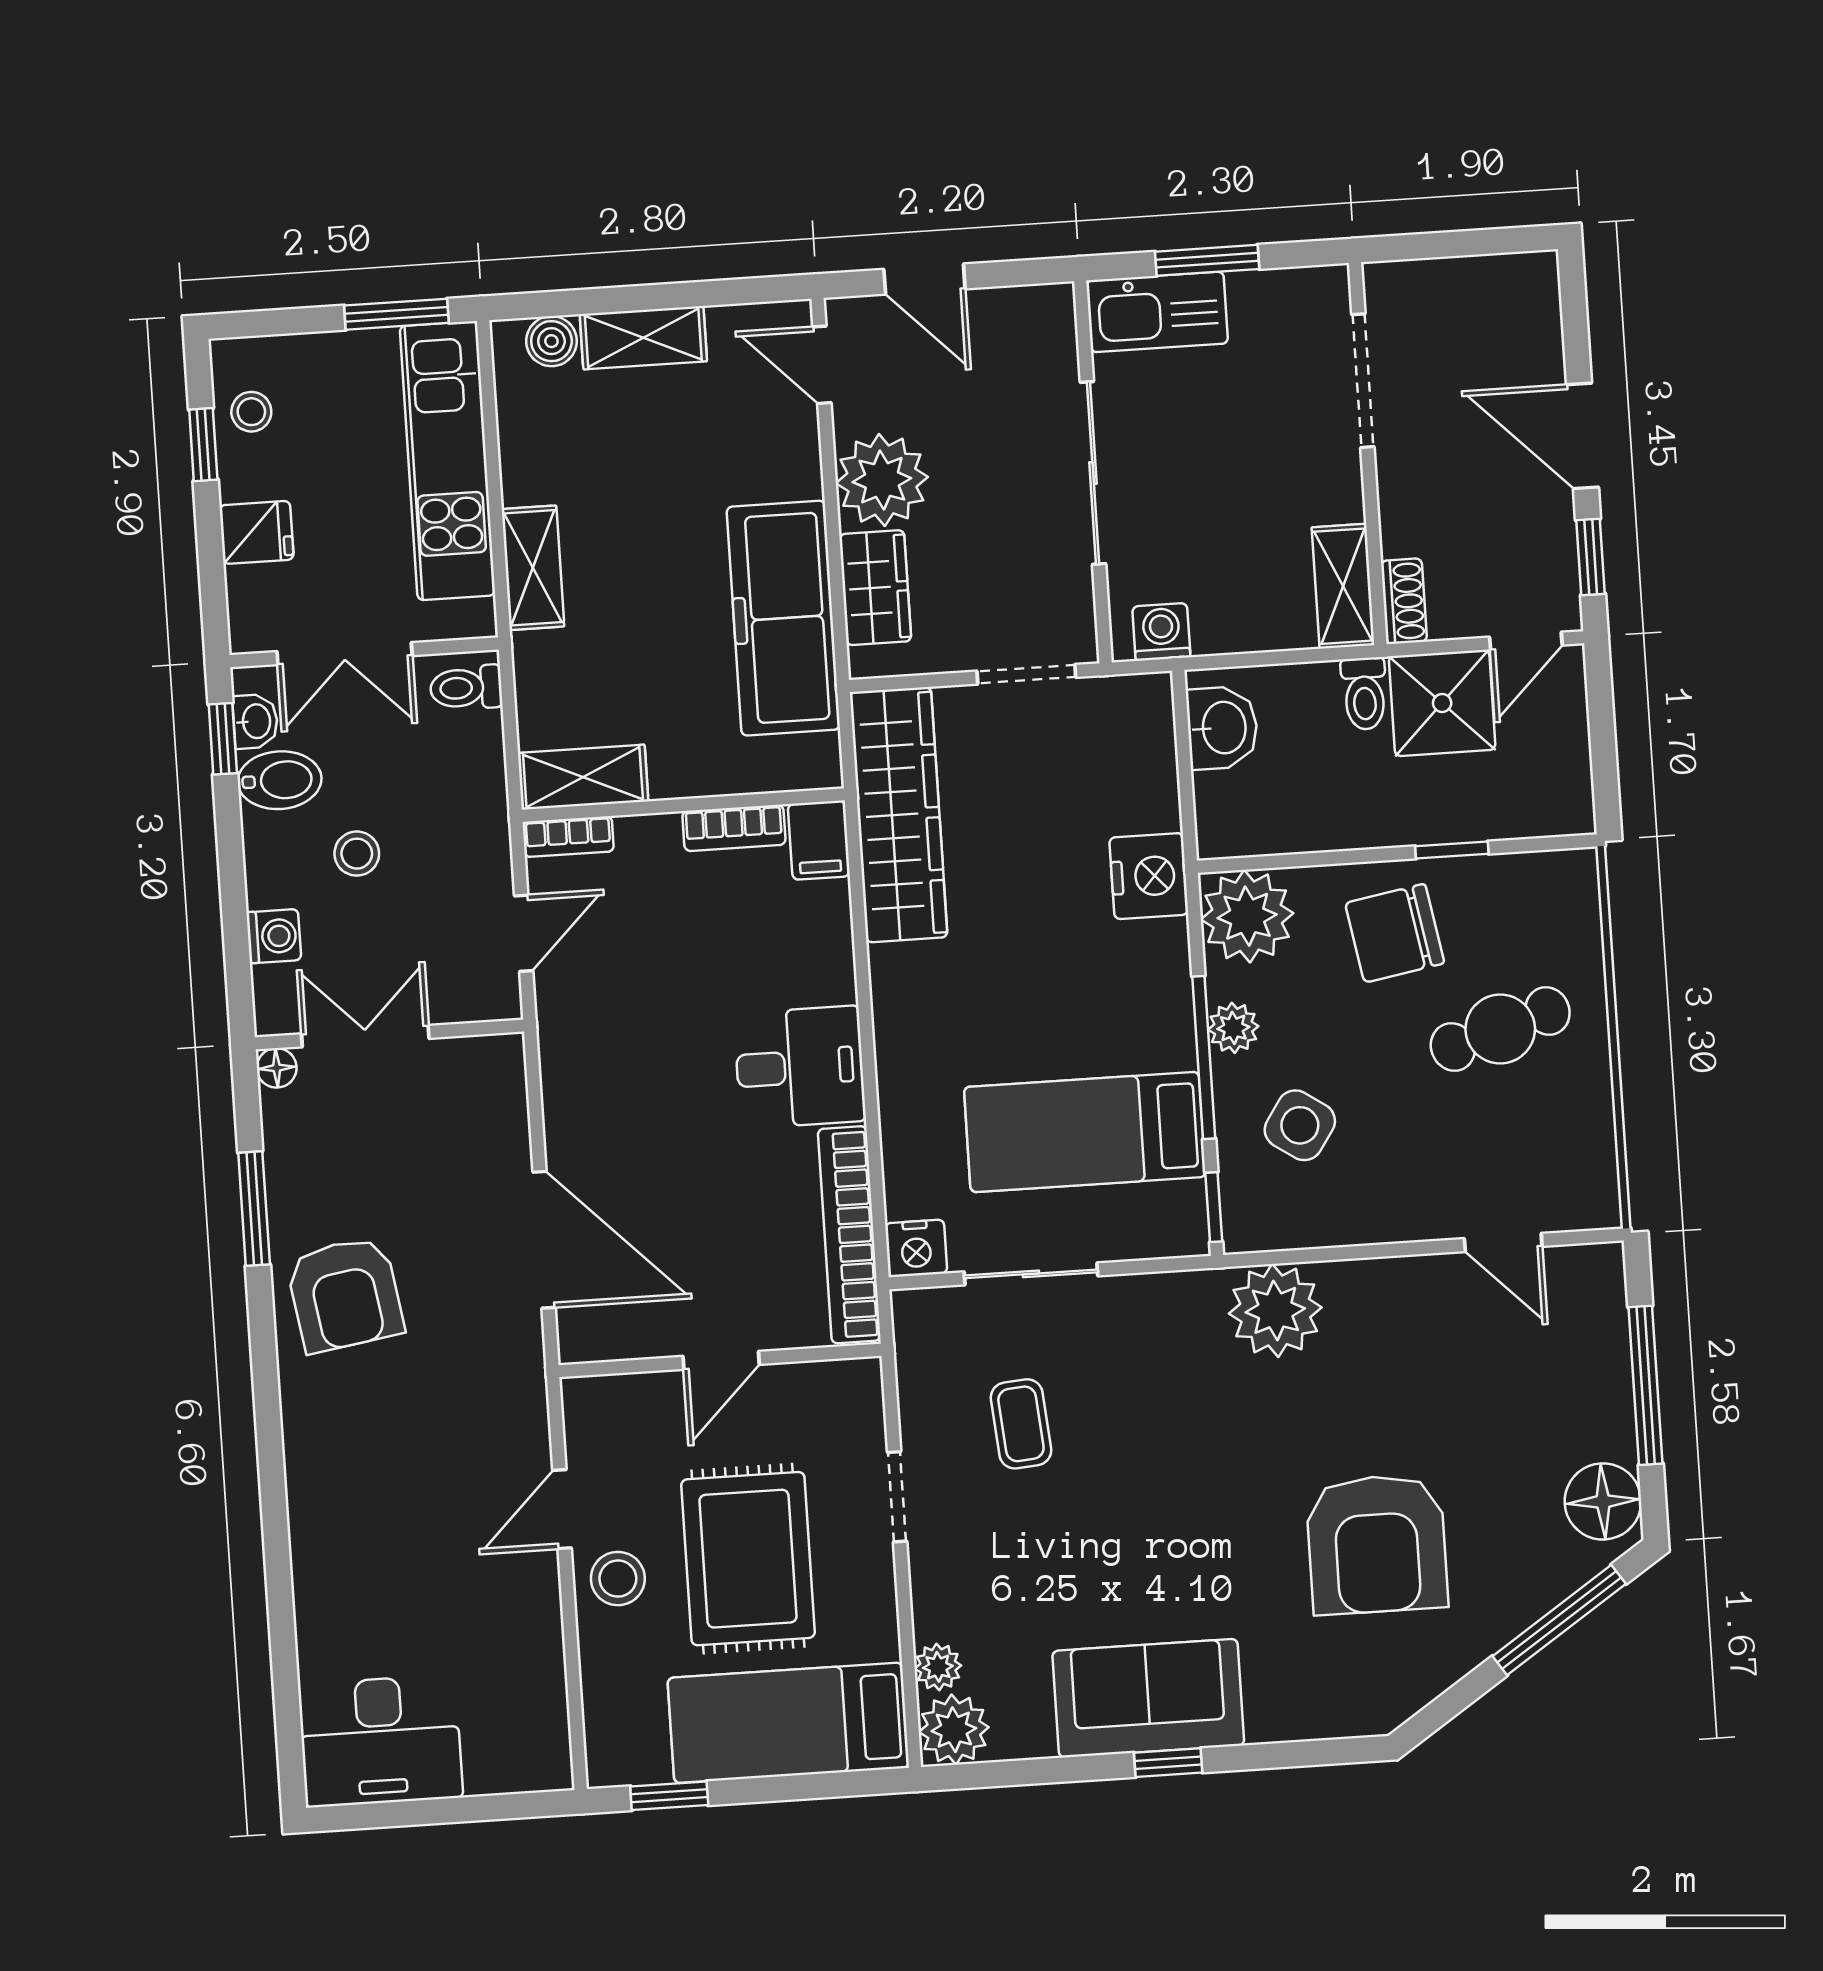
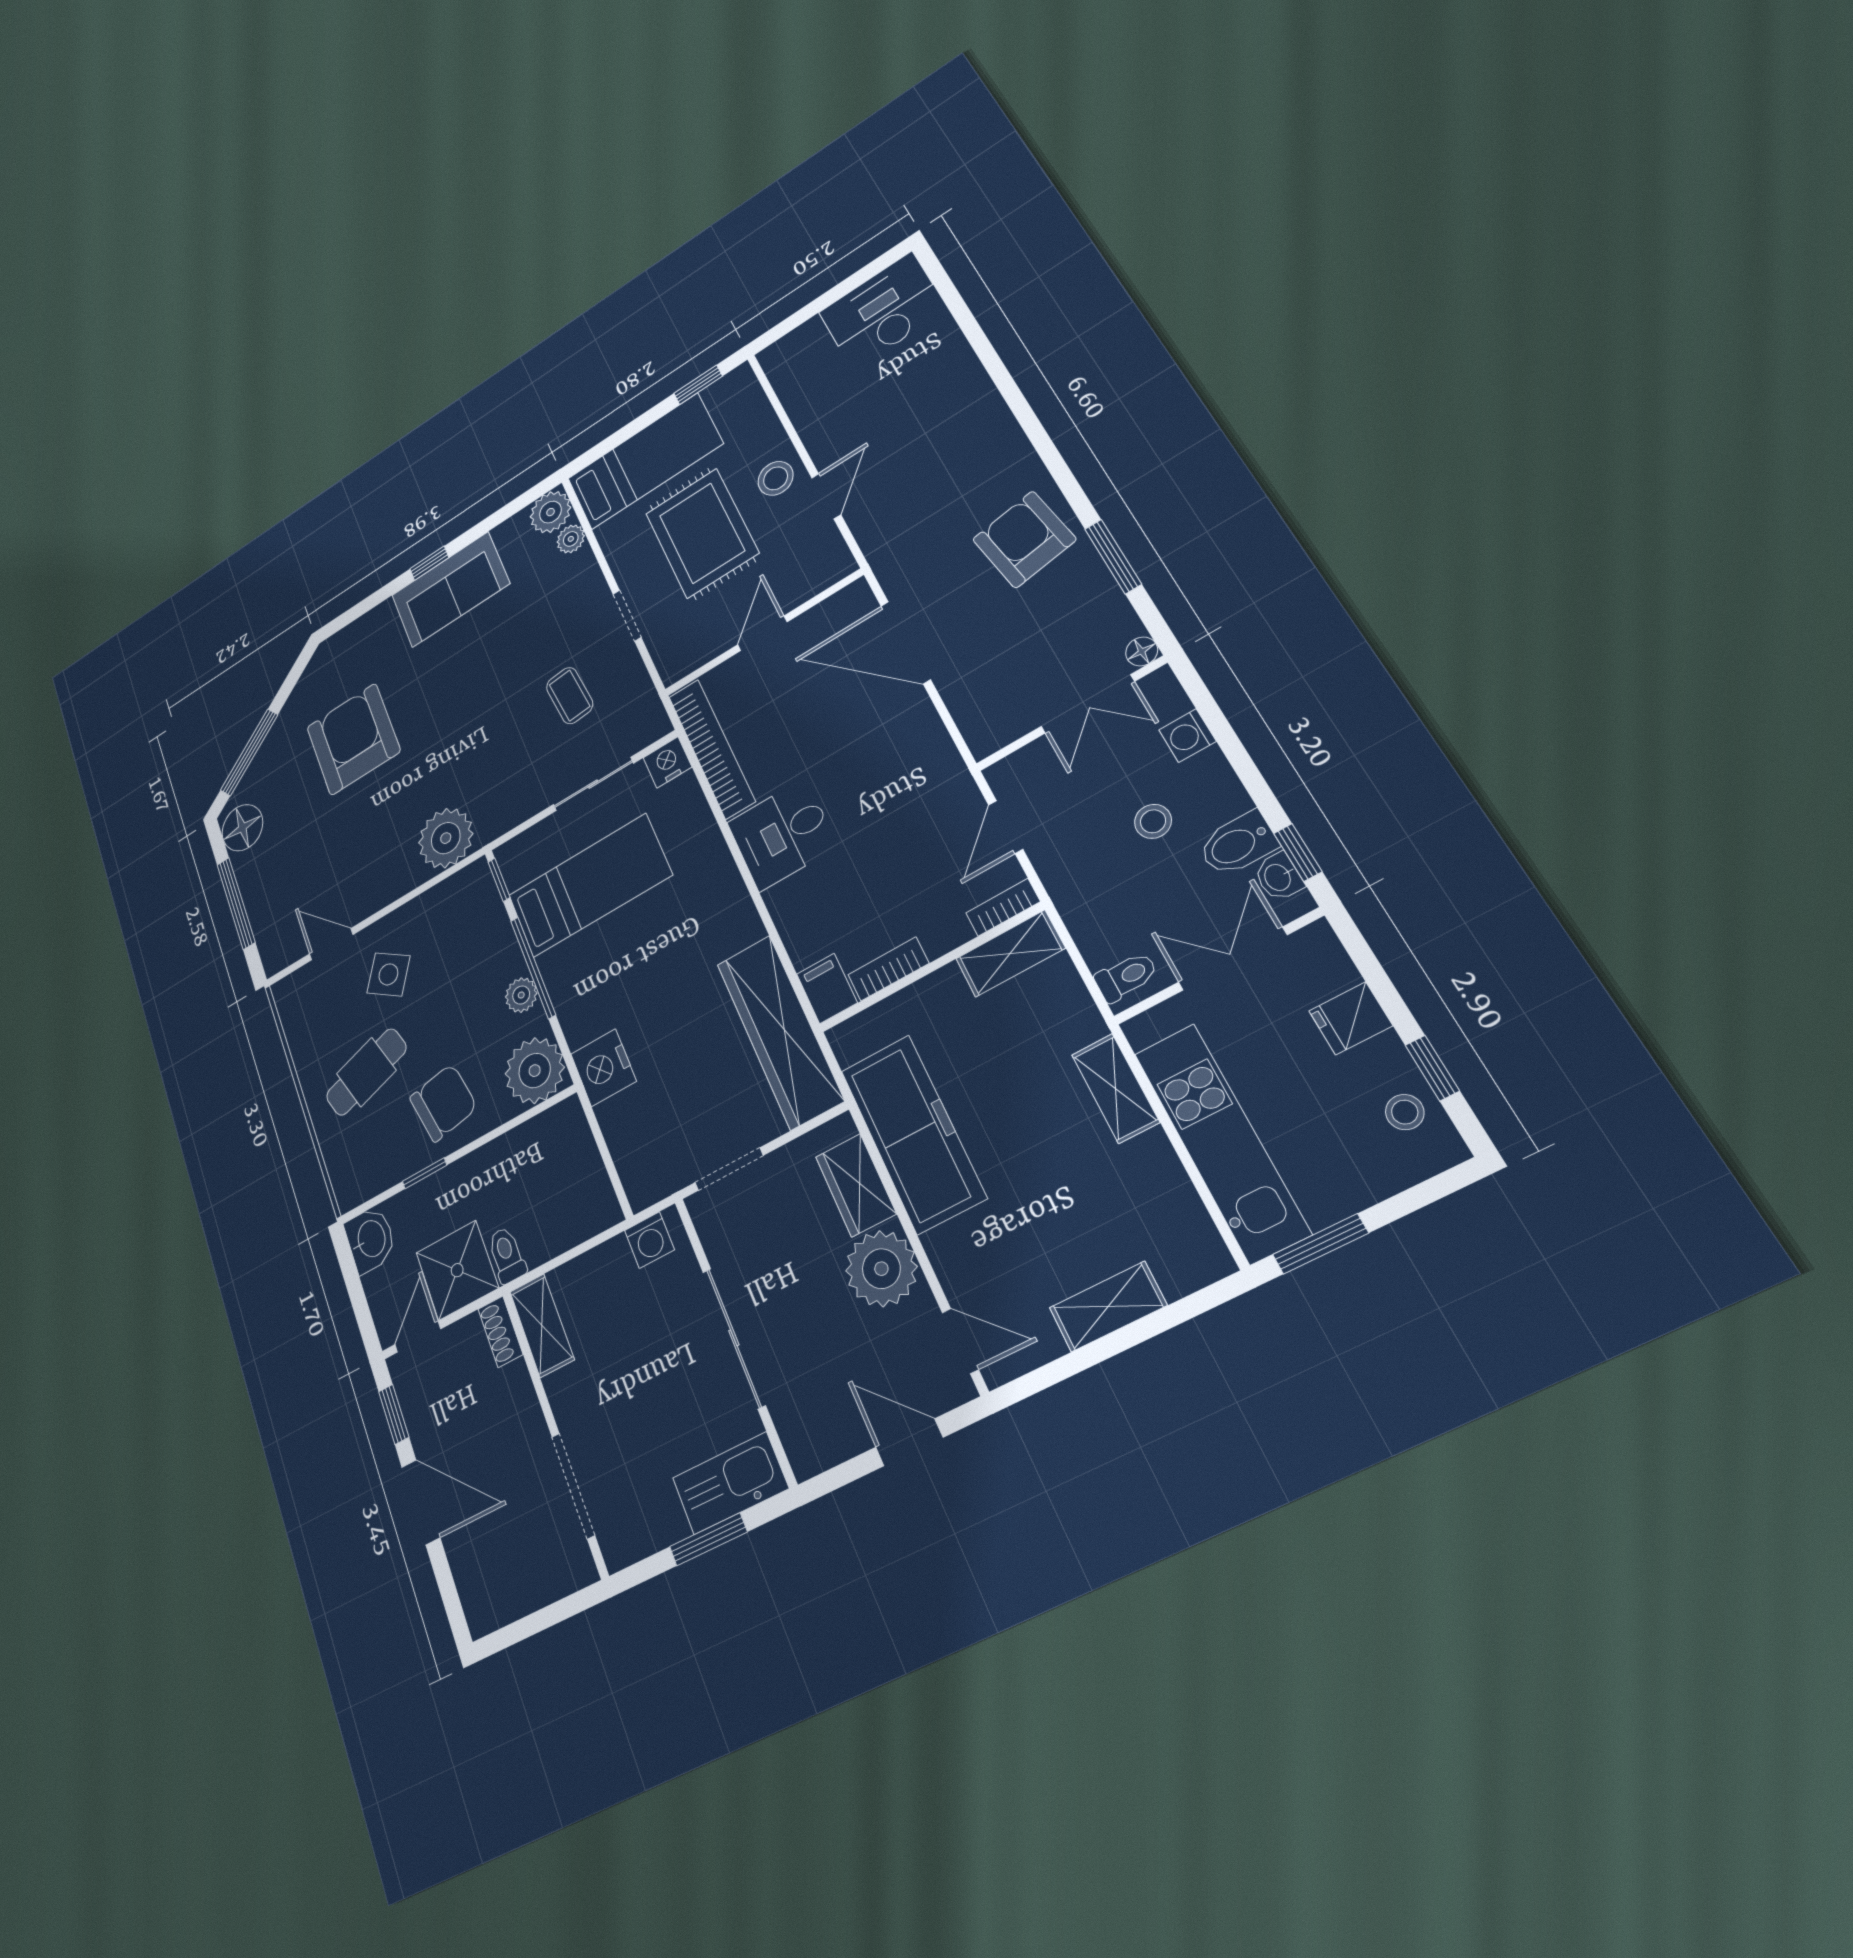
boiler: (551, 341) -> (1181, 1274), removed
washbasin: (1222, 728) -> (370, 1239), moved, turned 180
side table: (1300, 1125) -> (388, 974), moved

